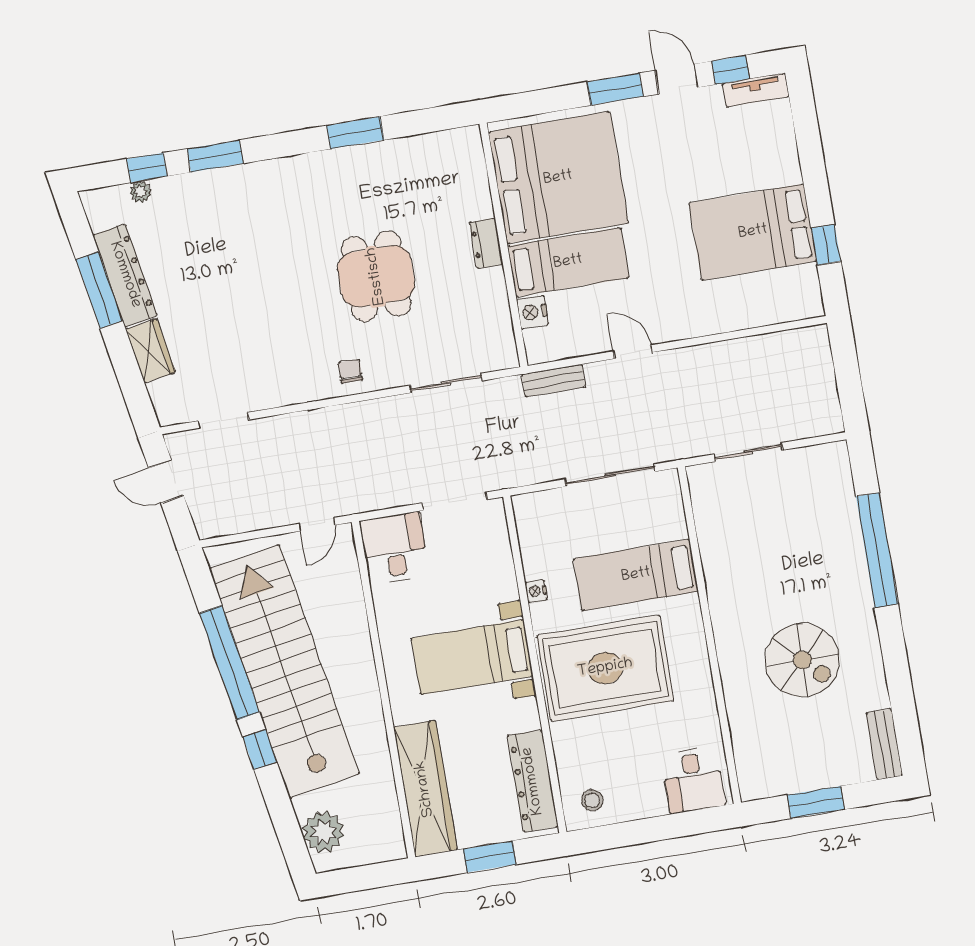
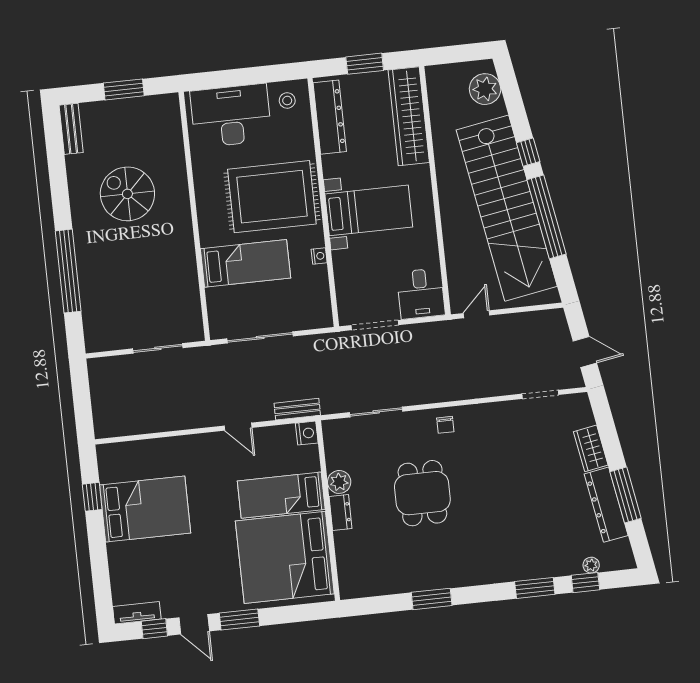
plant: (491, 285) -> (339, 482), added
nightstand: (532, 312) -> (307, 433), moved
desk: (693, 780) -> (231, 116), width x1.87, depth x1.30

